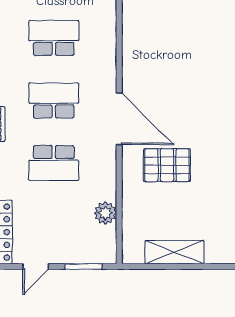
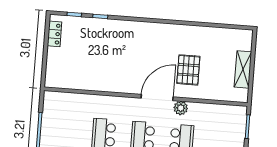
plant: (105, 213) -> (181, 108), moved

